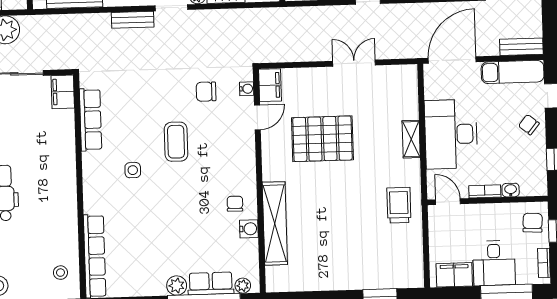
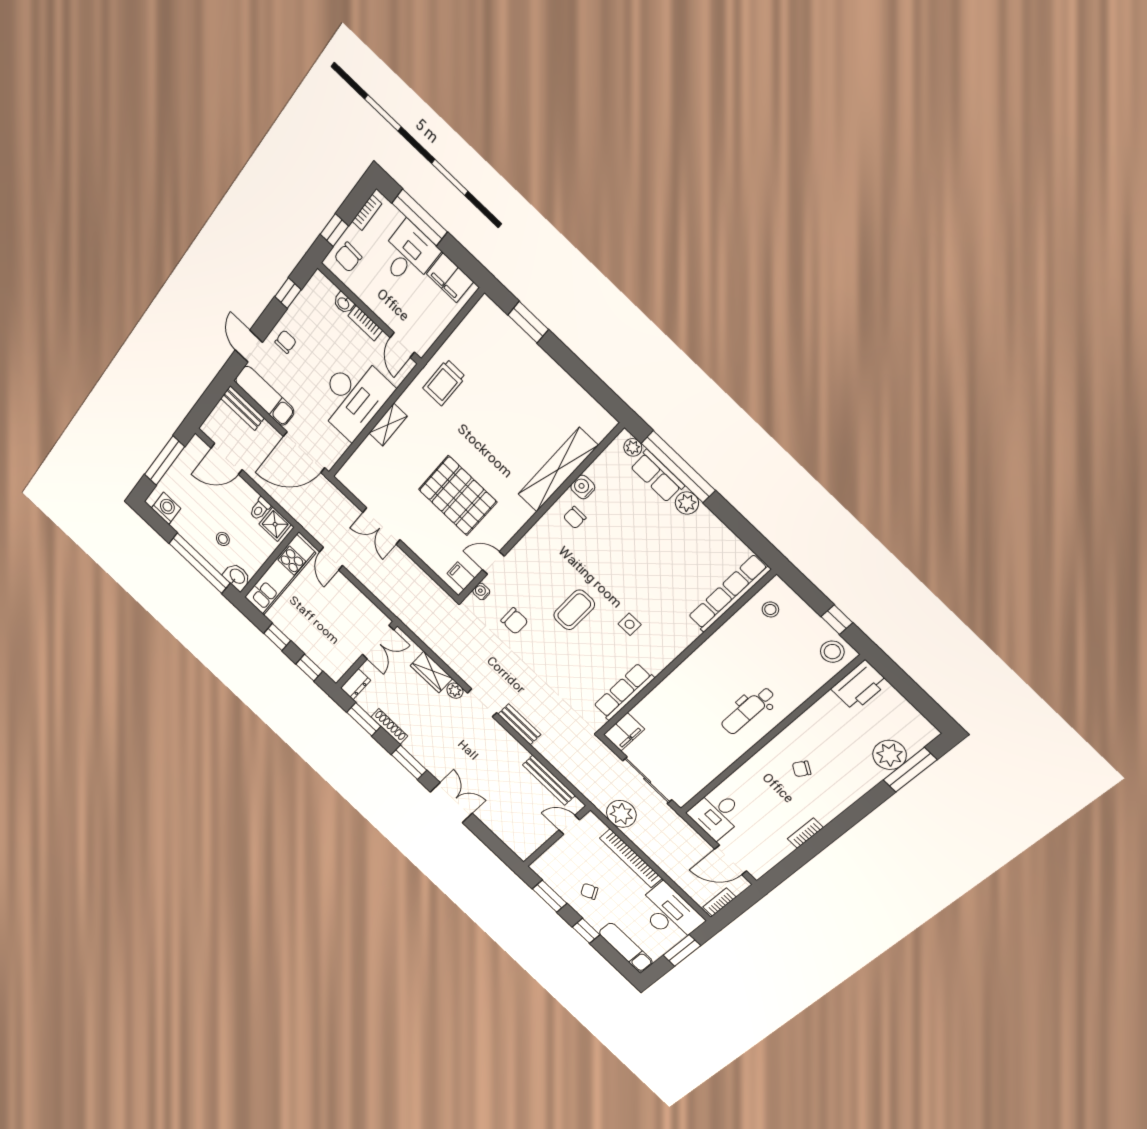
filing cabinet: (270, 85) -> (461, 576), width x0.50
chair: (529, 125) -> (286, 342), turned -129

